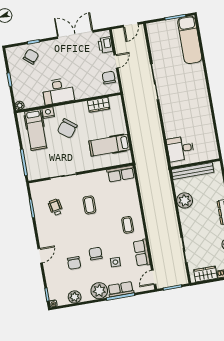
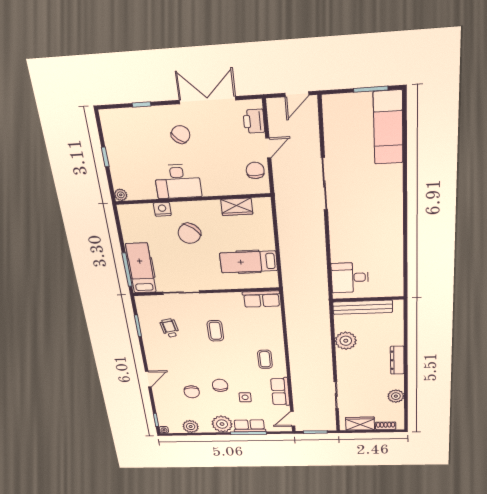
chair: (31, 57) -> (181, 134), moved
hospital bed: (36, 130) -> (141, 268), moved, turned 180

